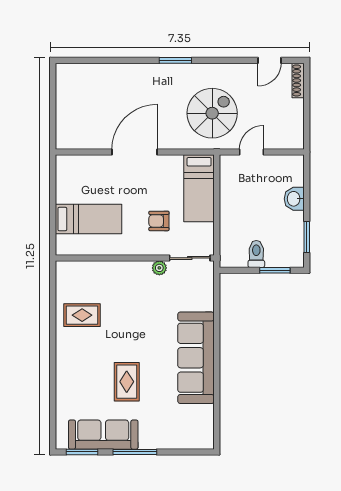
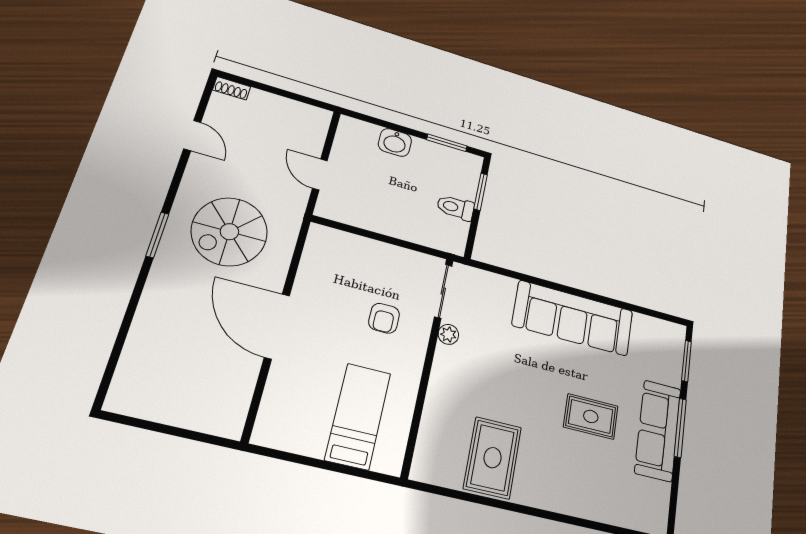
door: (270, 60) -> (192, 136), moved
shoe rack: (298, 80) -> (232, 88), width x0.70
spiral stairs: (212, 113) -> (229, 232), moved, turned -90
bed: (199, 188) -> (352, 254), removed
rug: (82, 315) -> (493, 458), width x1.36, depth x1.43
sofa: (103, 435) -> (658, 430), moved
window: (82, 452) -> (687, 361), moved

